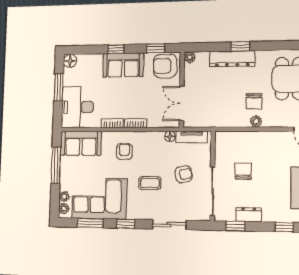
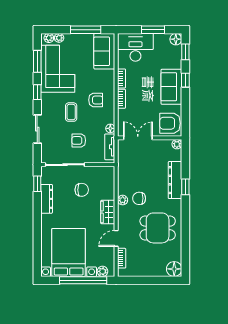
window: (156, 48) -> (185, 52), moved
armchair: (165, 66) -> (170, 123), turned -90
wardrobe: (271, 139) -> (108, 212), added
armchair: (124, 152) -> (96, 100), moved
armchair: (184, 174) -> (79, 140), turned 102
dresser: (249, 215) -> (47, 199), width x1.44
window: (284, 227) -> (37, 223), removed

